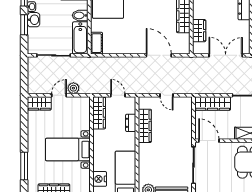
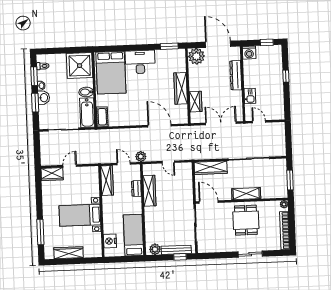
plant: (73, 88) -> (141, 157), moved

